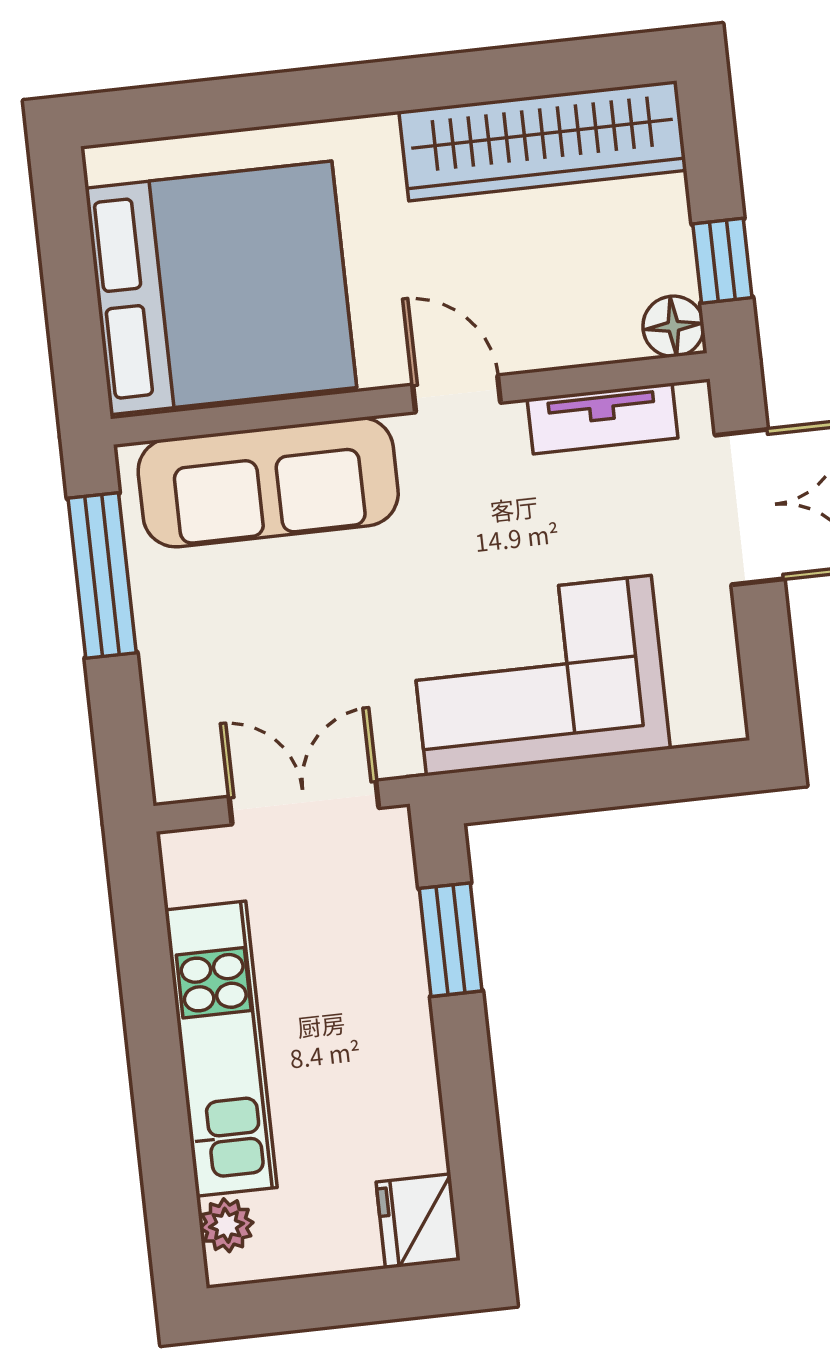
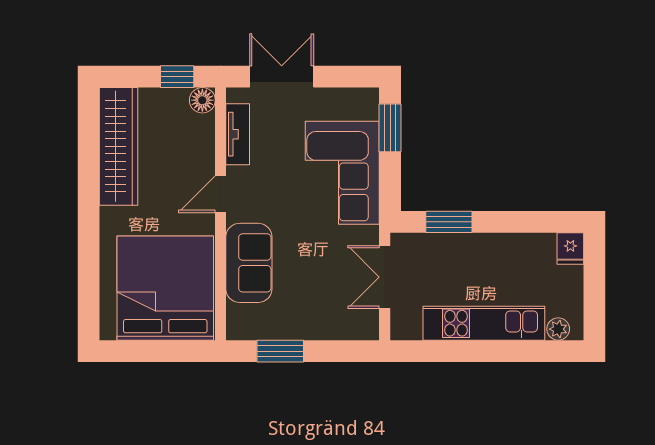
sofa: (268, 482) -> (249, 263), width x0.73
window: (102, 576) -> (280, 351), width x0.69
window: (657, 776) -> (390, 128), added
fridge: (418, 1221) -> (570, 249), width x0.72

